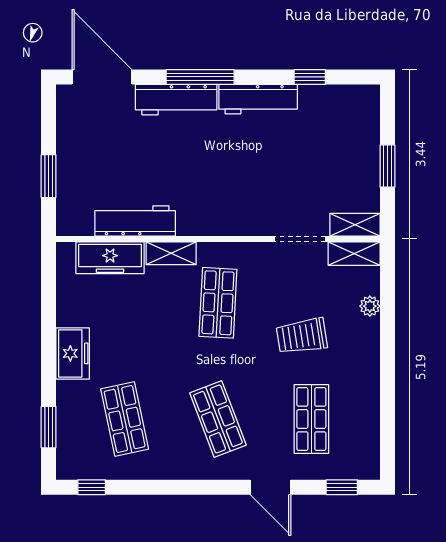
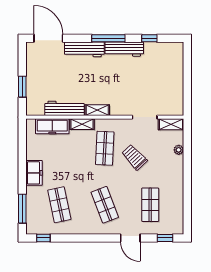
window: (200, 77) -> (108, 38), moved
window: (387, 166) -> (187, 82), removed
shelving: (355, 225) -> (97, 110), moved
trolley: (302, 336) -> (134, 157), moved, turned 56
window: (49, 427) -> (22, 209), width x1.44

